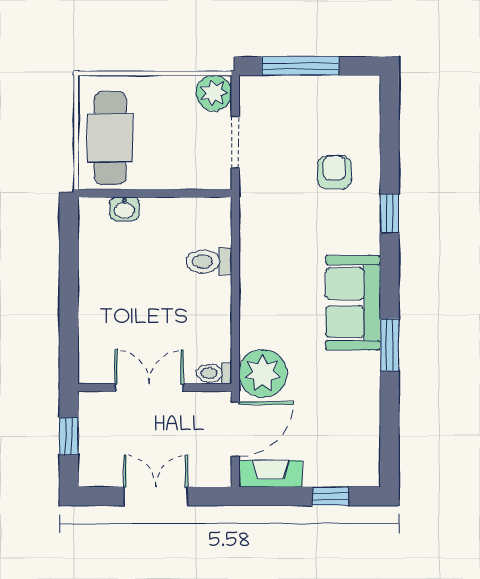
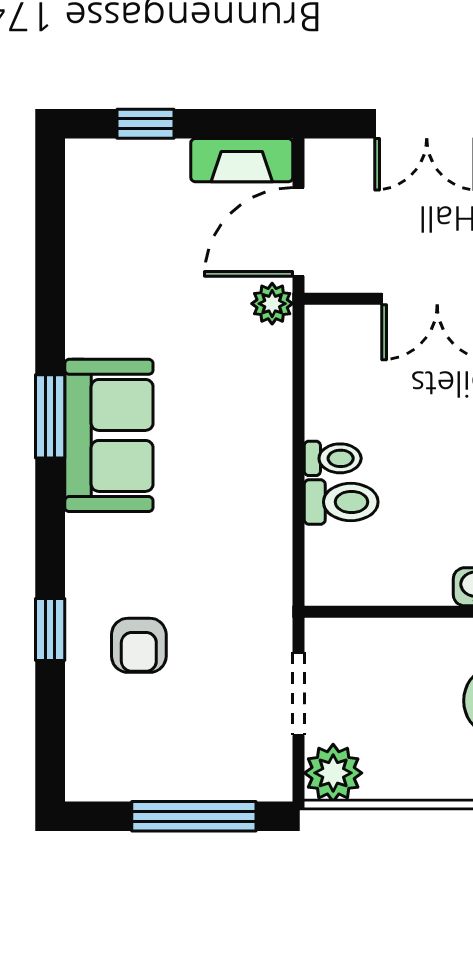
window: (390, 213) -> (50, 629), moved
window: (390, 345) -> (50, 416), moved
toilet: (214, 373) -> (333, 458), moved
plant: (263, 373) -> (272, 304), width x0.53, depth x0.53

